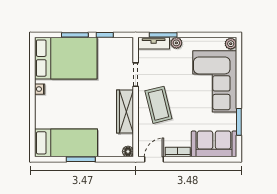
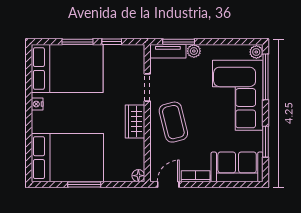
window: (239, 65) -> (266, 77), added
wardrobe: (125, 112) -> (135, 122), width x0.67
bed: (66, 143) -> (67, 158), width x1.50

